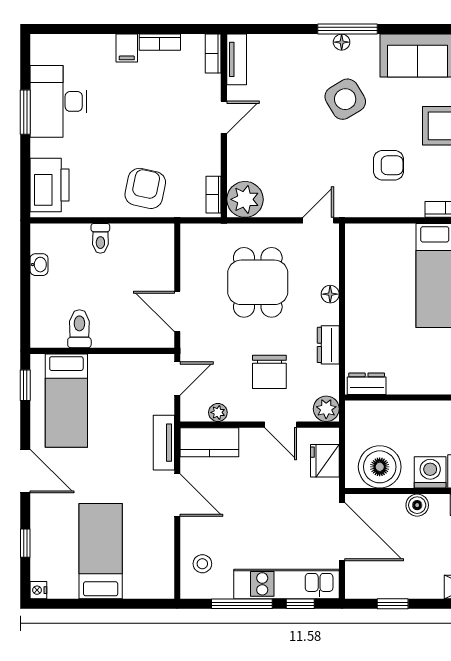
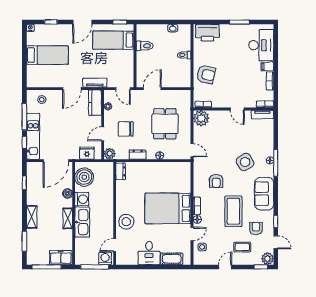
desk: (58, 101) -> (261, 45), moved, turned 90
dining table: (258, 282) -> (165, 124), turned 90

